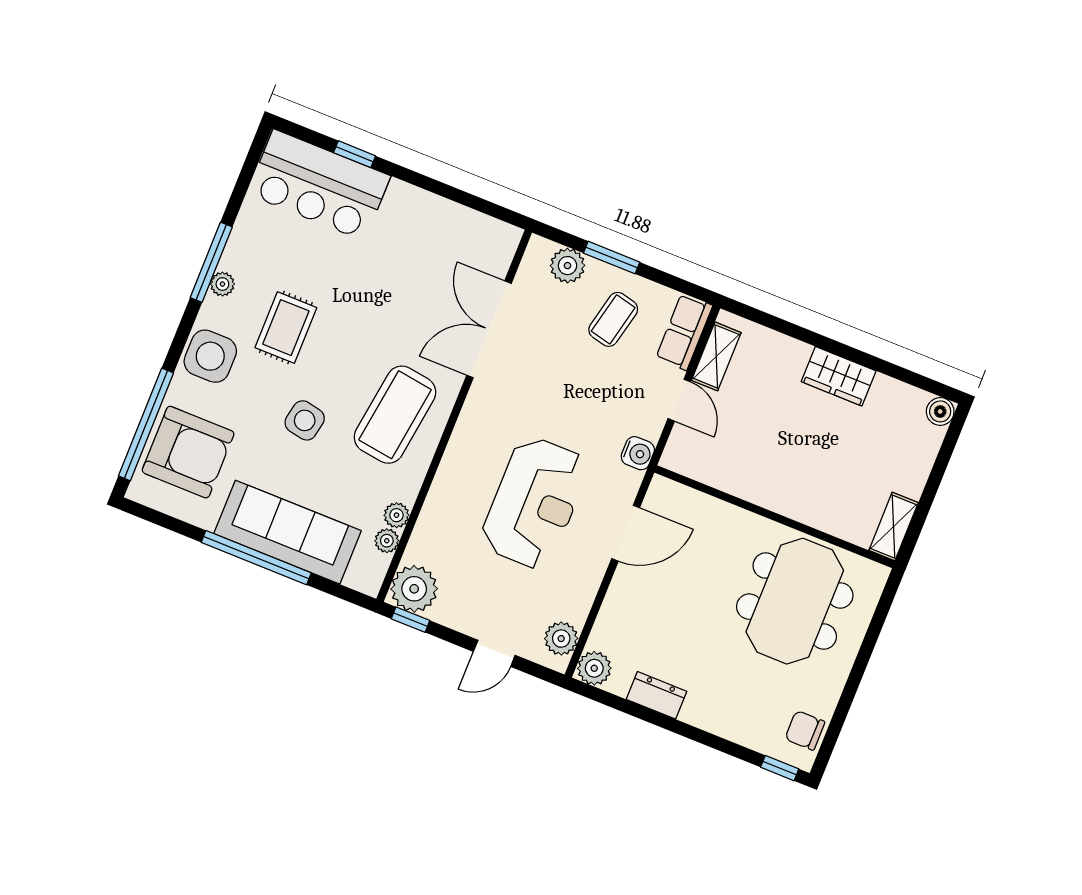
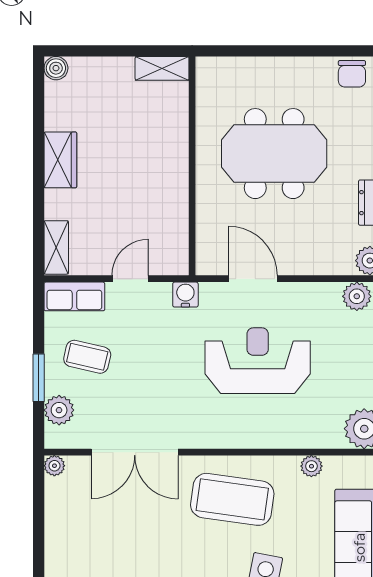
shelving: (716, 356) -> (56, 247), moved, turned 90
plant: (387, 541) -> (54, 466), moved
meeting table: (795, 601) -> (274, 154), moved

